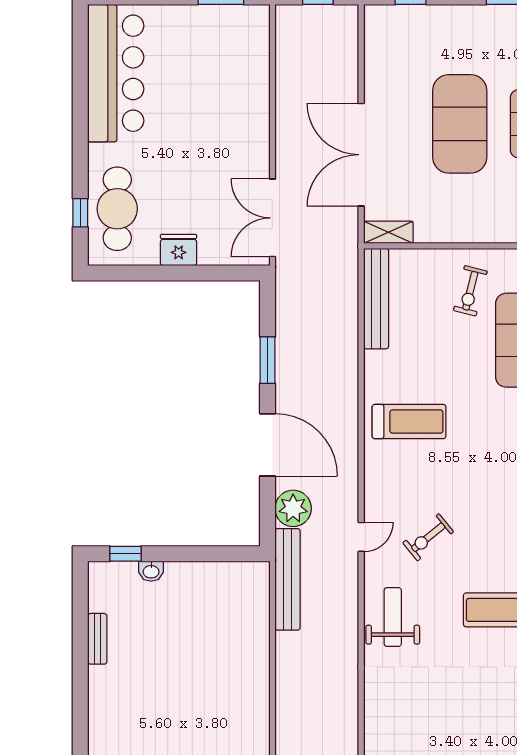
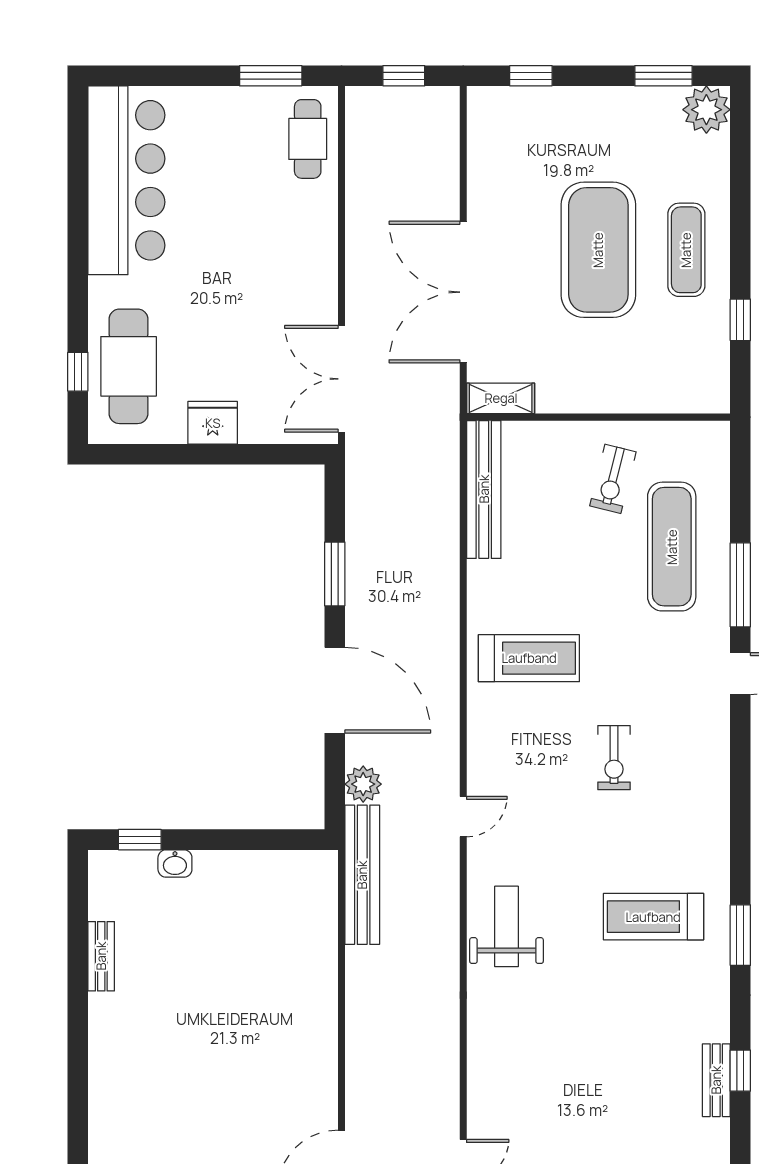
cafe table: (248, 43) -> (308, 139), added
plant: (293, 508) -> (363, 784), width x0.73, depth x0.73
exercise bike: (428, 537) -> (614, 758), moved, turned -51

